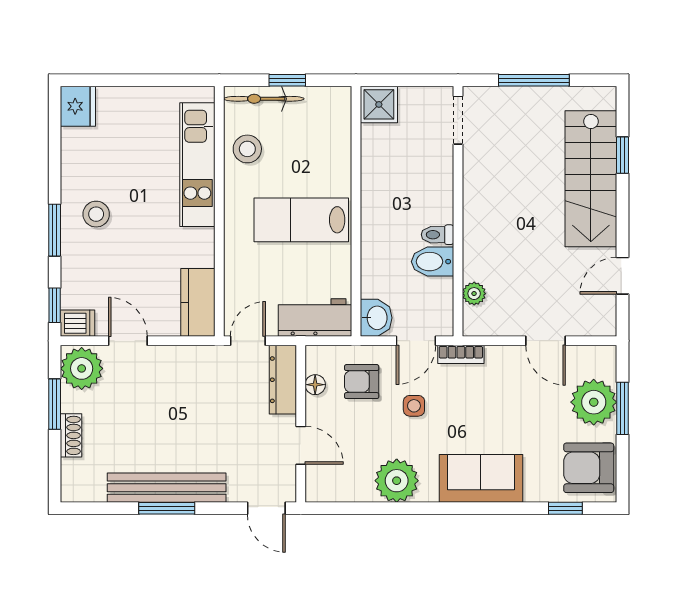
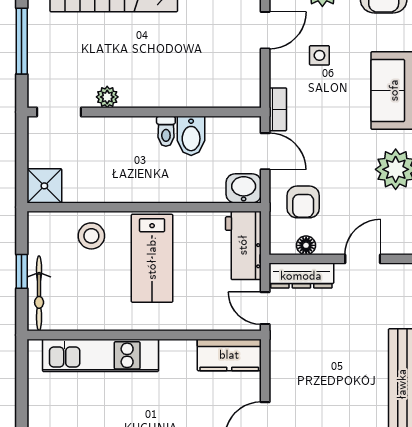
stool: (247, 149) -> (91, 236), moved
plant: (474, 294) -> (107, 97), moved
side table: (414, 406) -> (319, 55), moved

